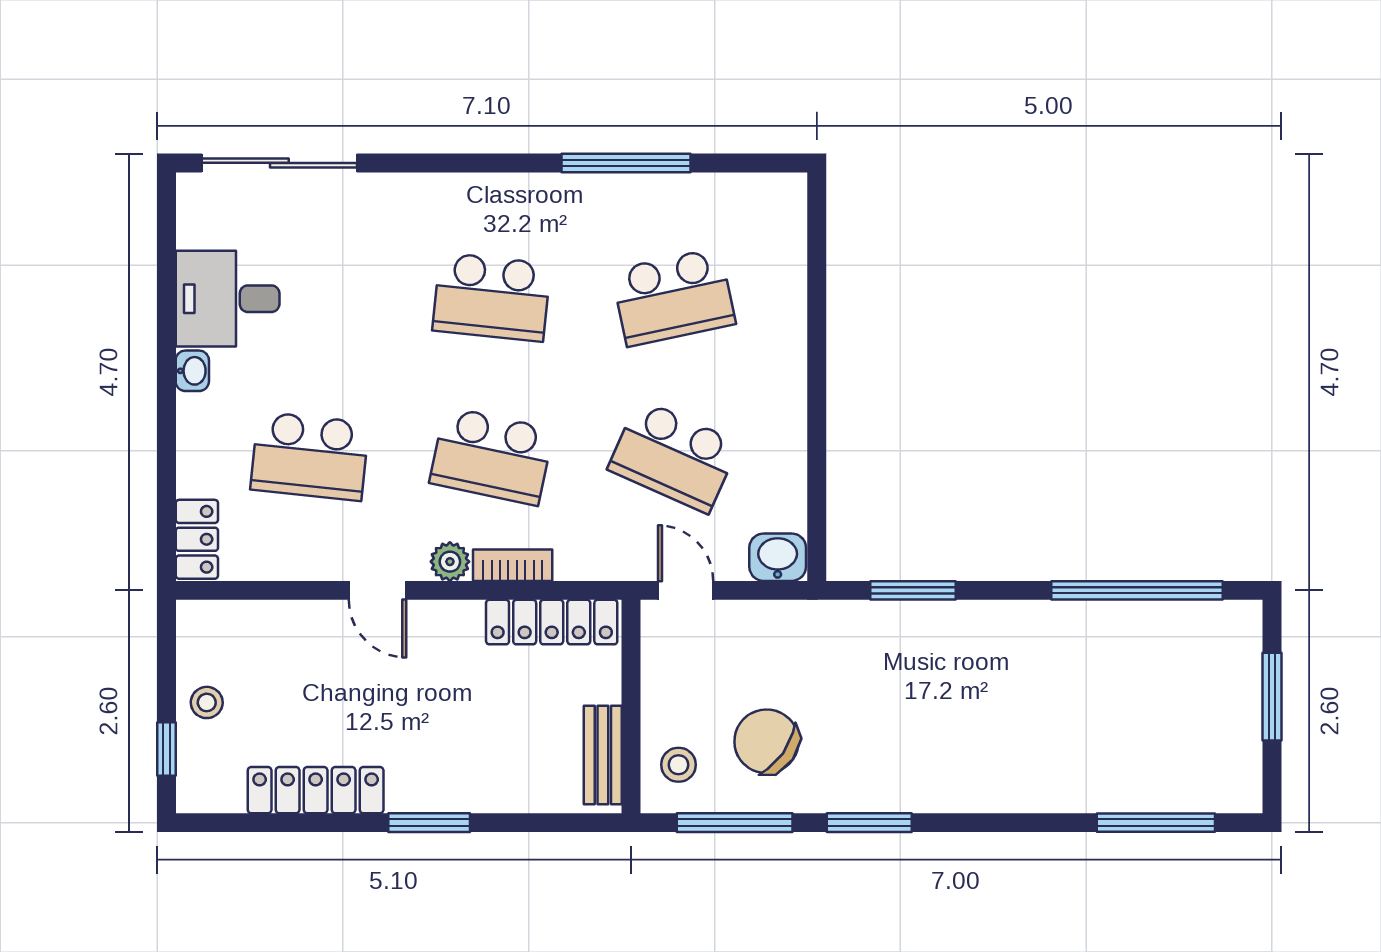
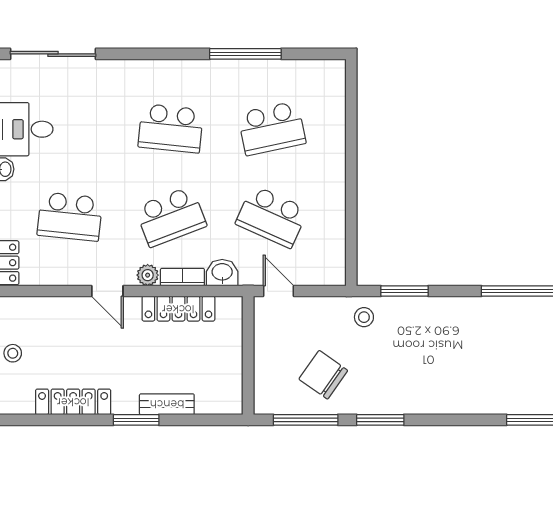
school desk: (492, 456) -> (171, 217), turned -33
washbasin: (778, 557) -> (222, 273), moved
locker: (552, 622) -> (178, 309), moved
bench: (603, 755) -> (167, 404), moved, turned 90
stool: (678, 765) -> (364, 317), moved

